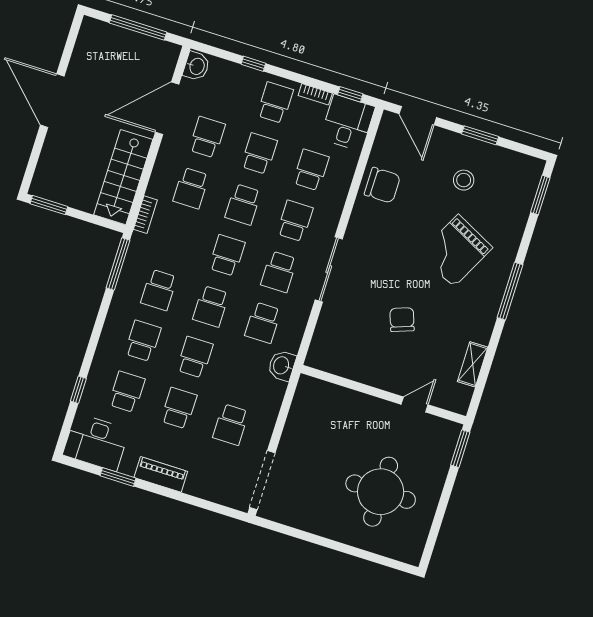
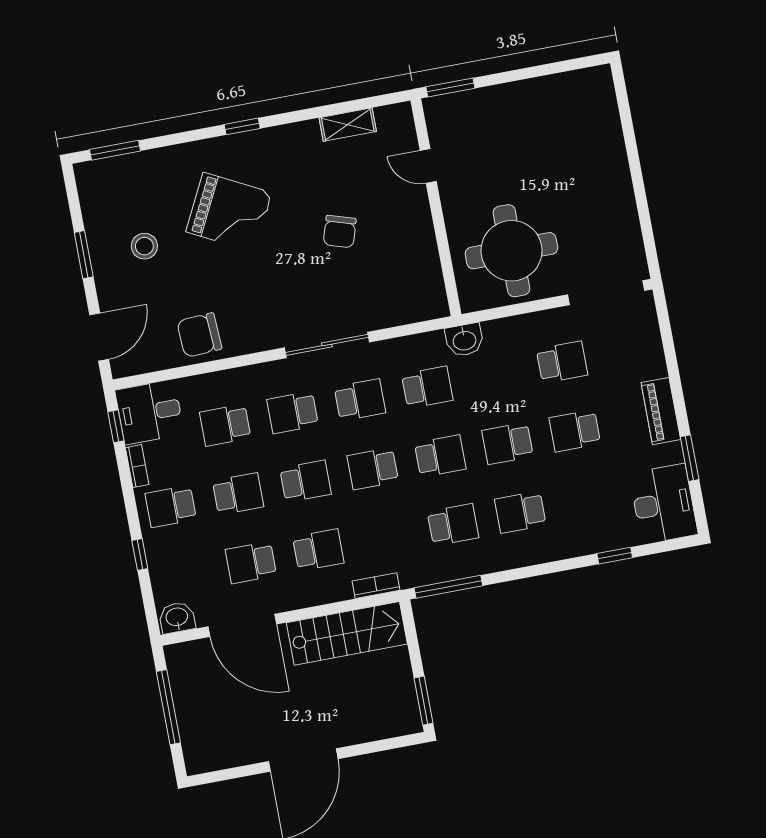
school desk: (259, 154) -> (238, 494), turned 180
chair: (382, 185) -> (199, 335), turned -93
window: (510, 291) -> (242, 126), width x0.46
chair: (402, 320) -> (340, 232), turned -53
school desk: (127, 392) -> (588, 500), removed
round table: (381, 492) -> (511, 251), moved

